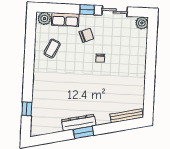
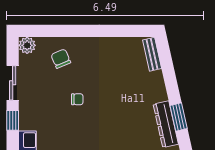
chair: (86, 35) -> (61, 59), moved
bench: (126, 116) -> (152, 54), width x0.73

